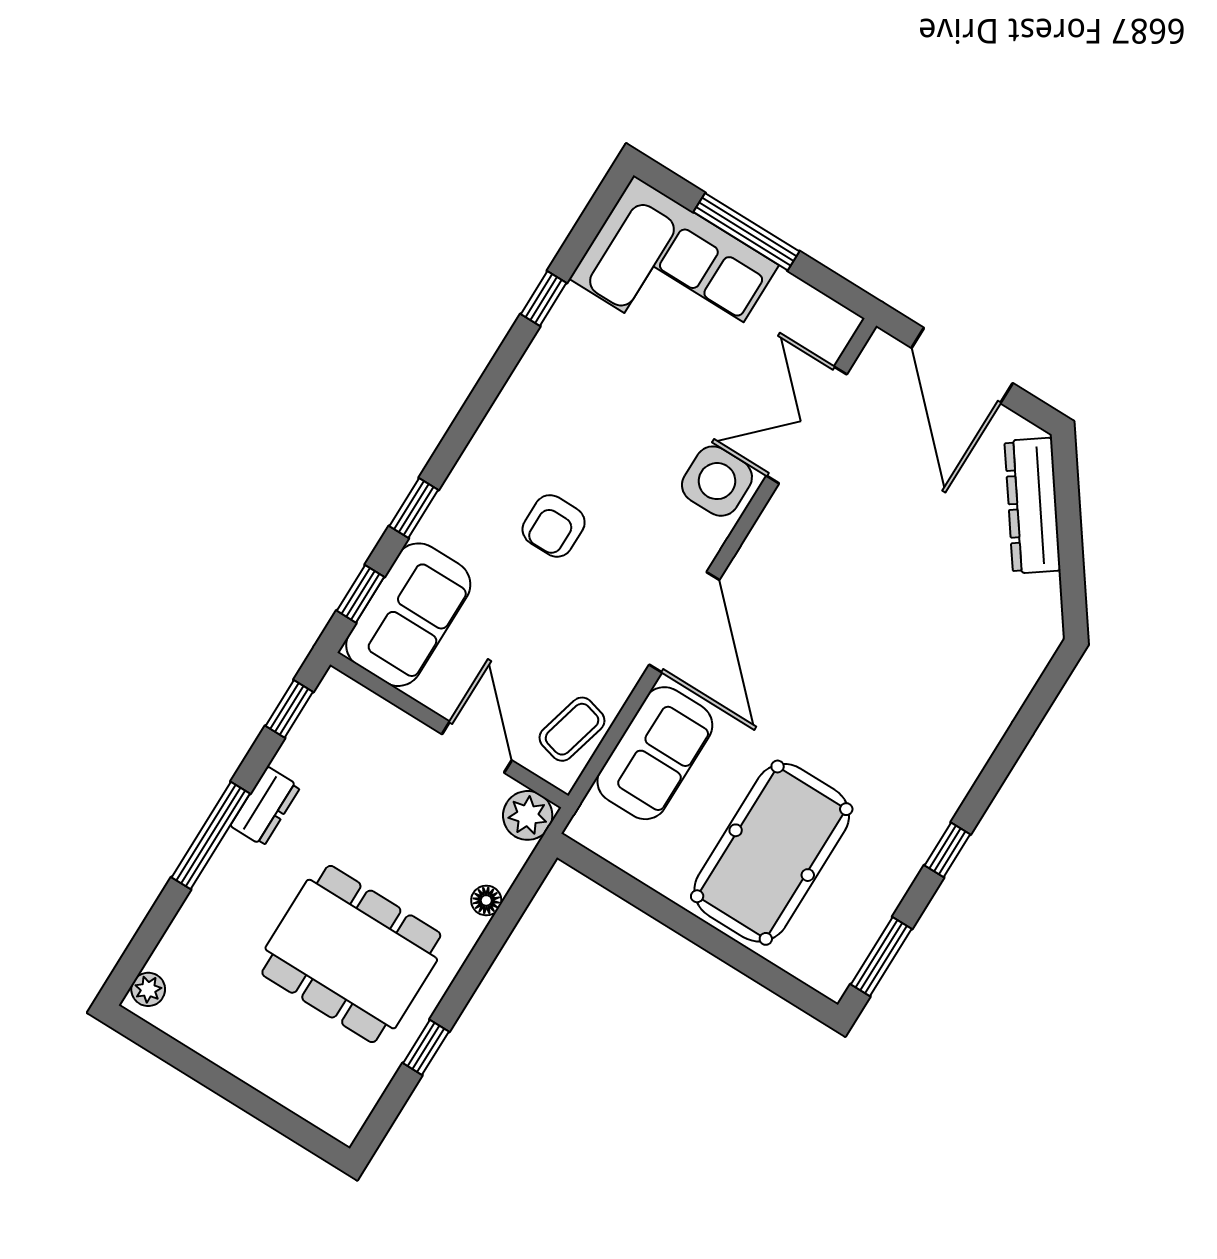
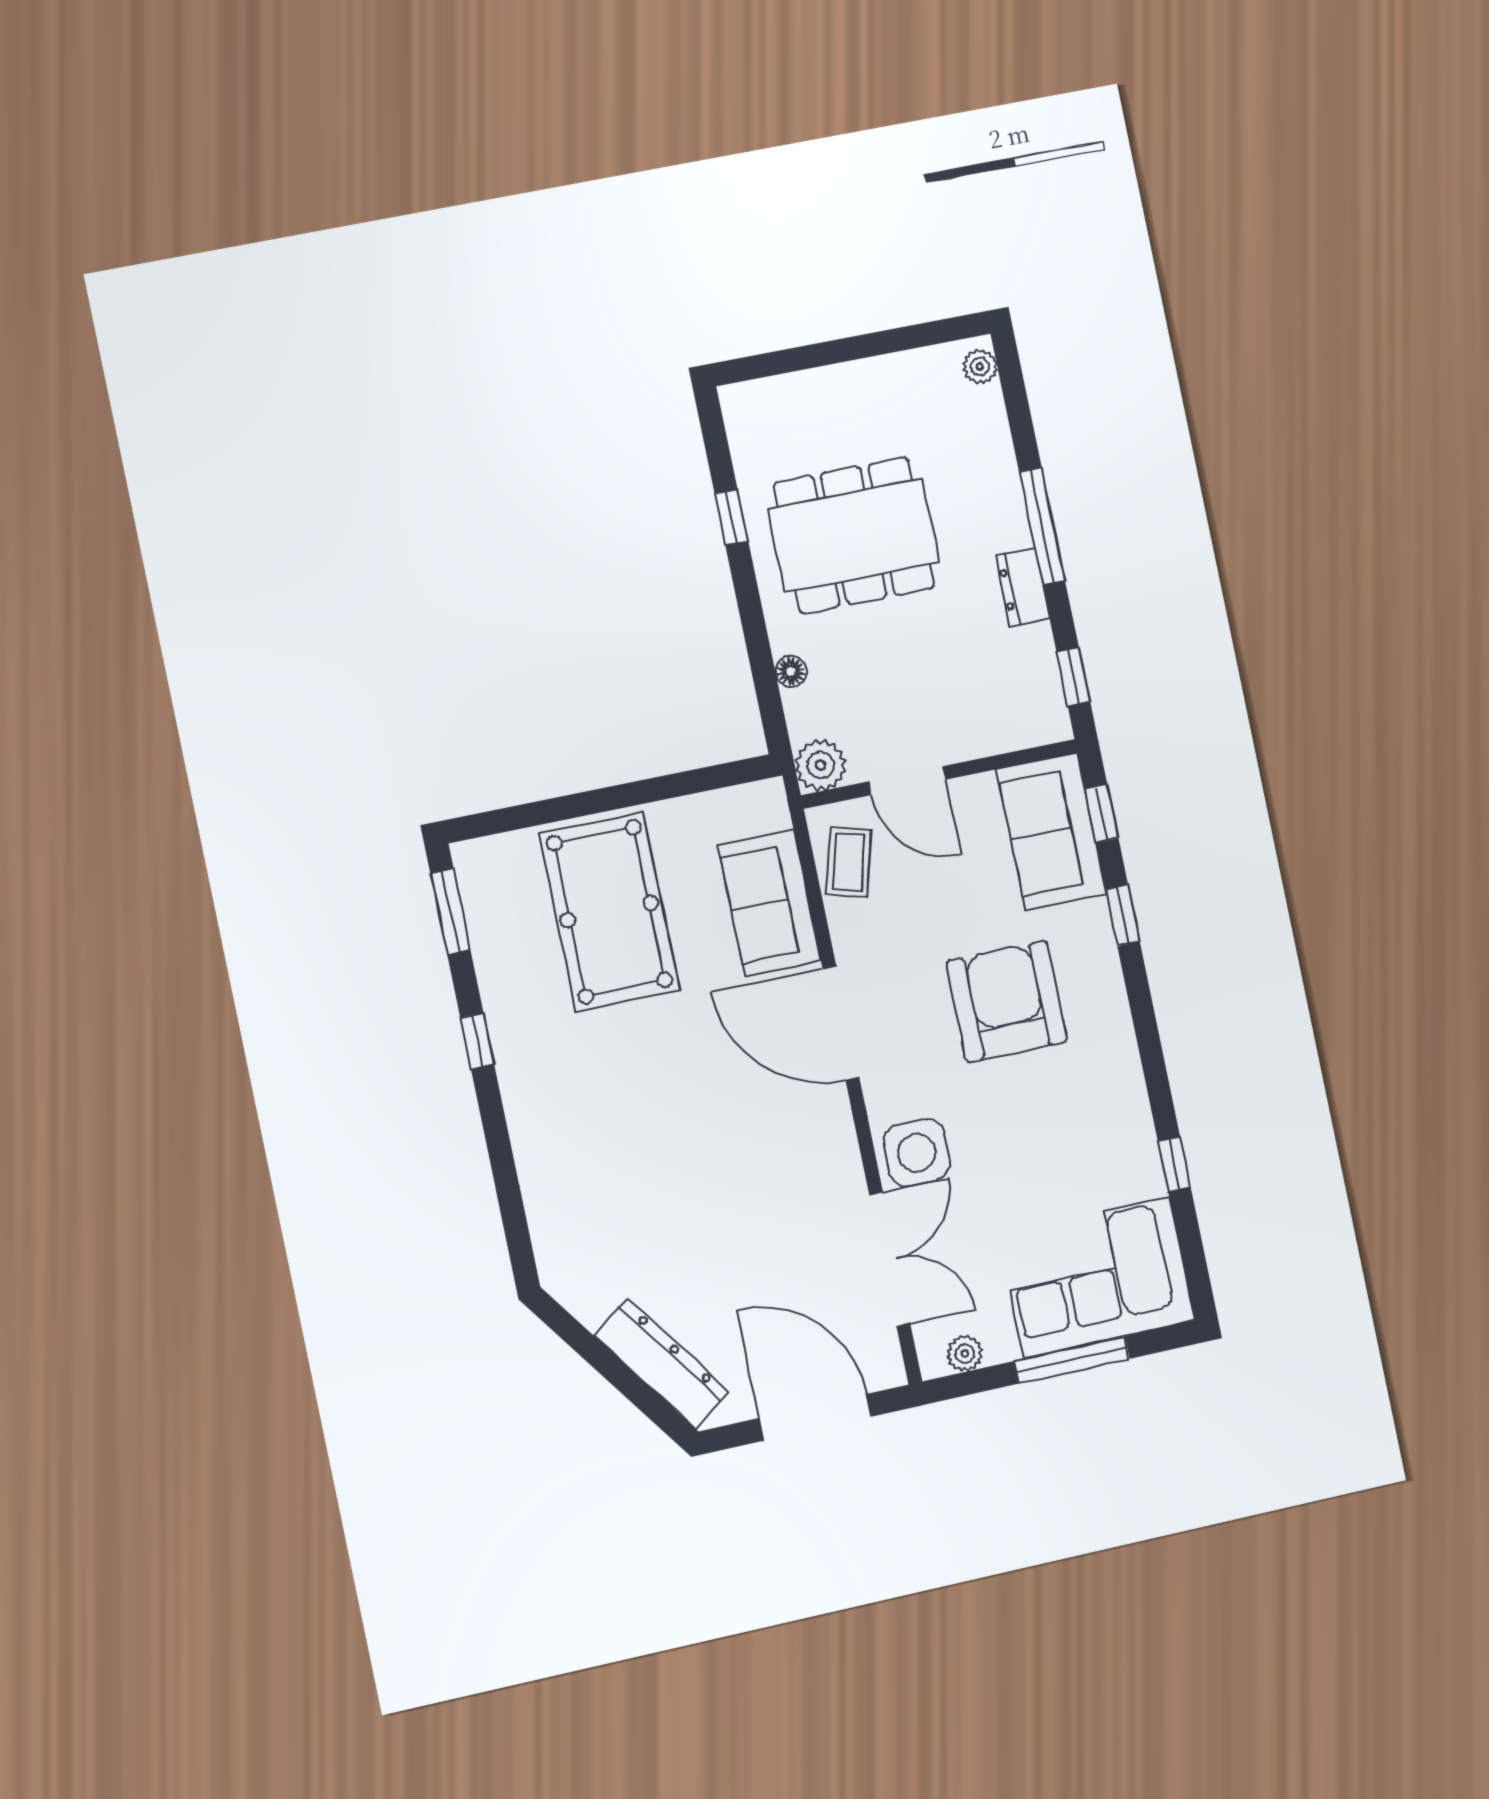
plant: (817, 309) -> (965, 1354), added
armchair: (554, 526) -> (1007, 1002), width x1.88, depth x1.88

